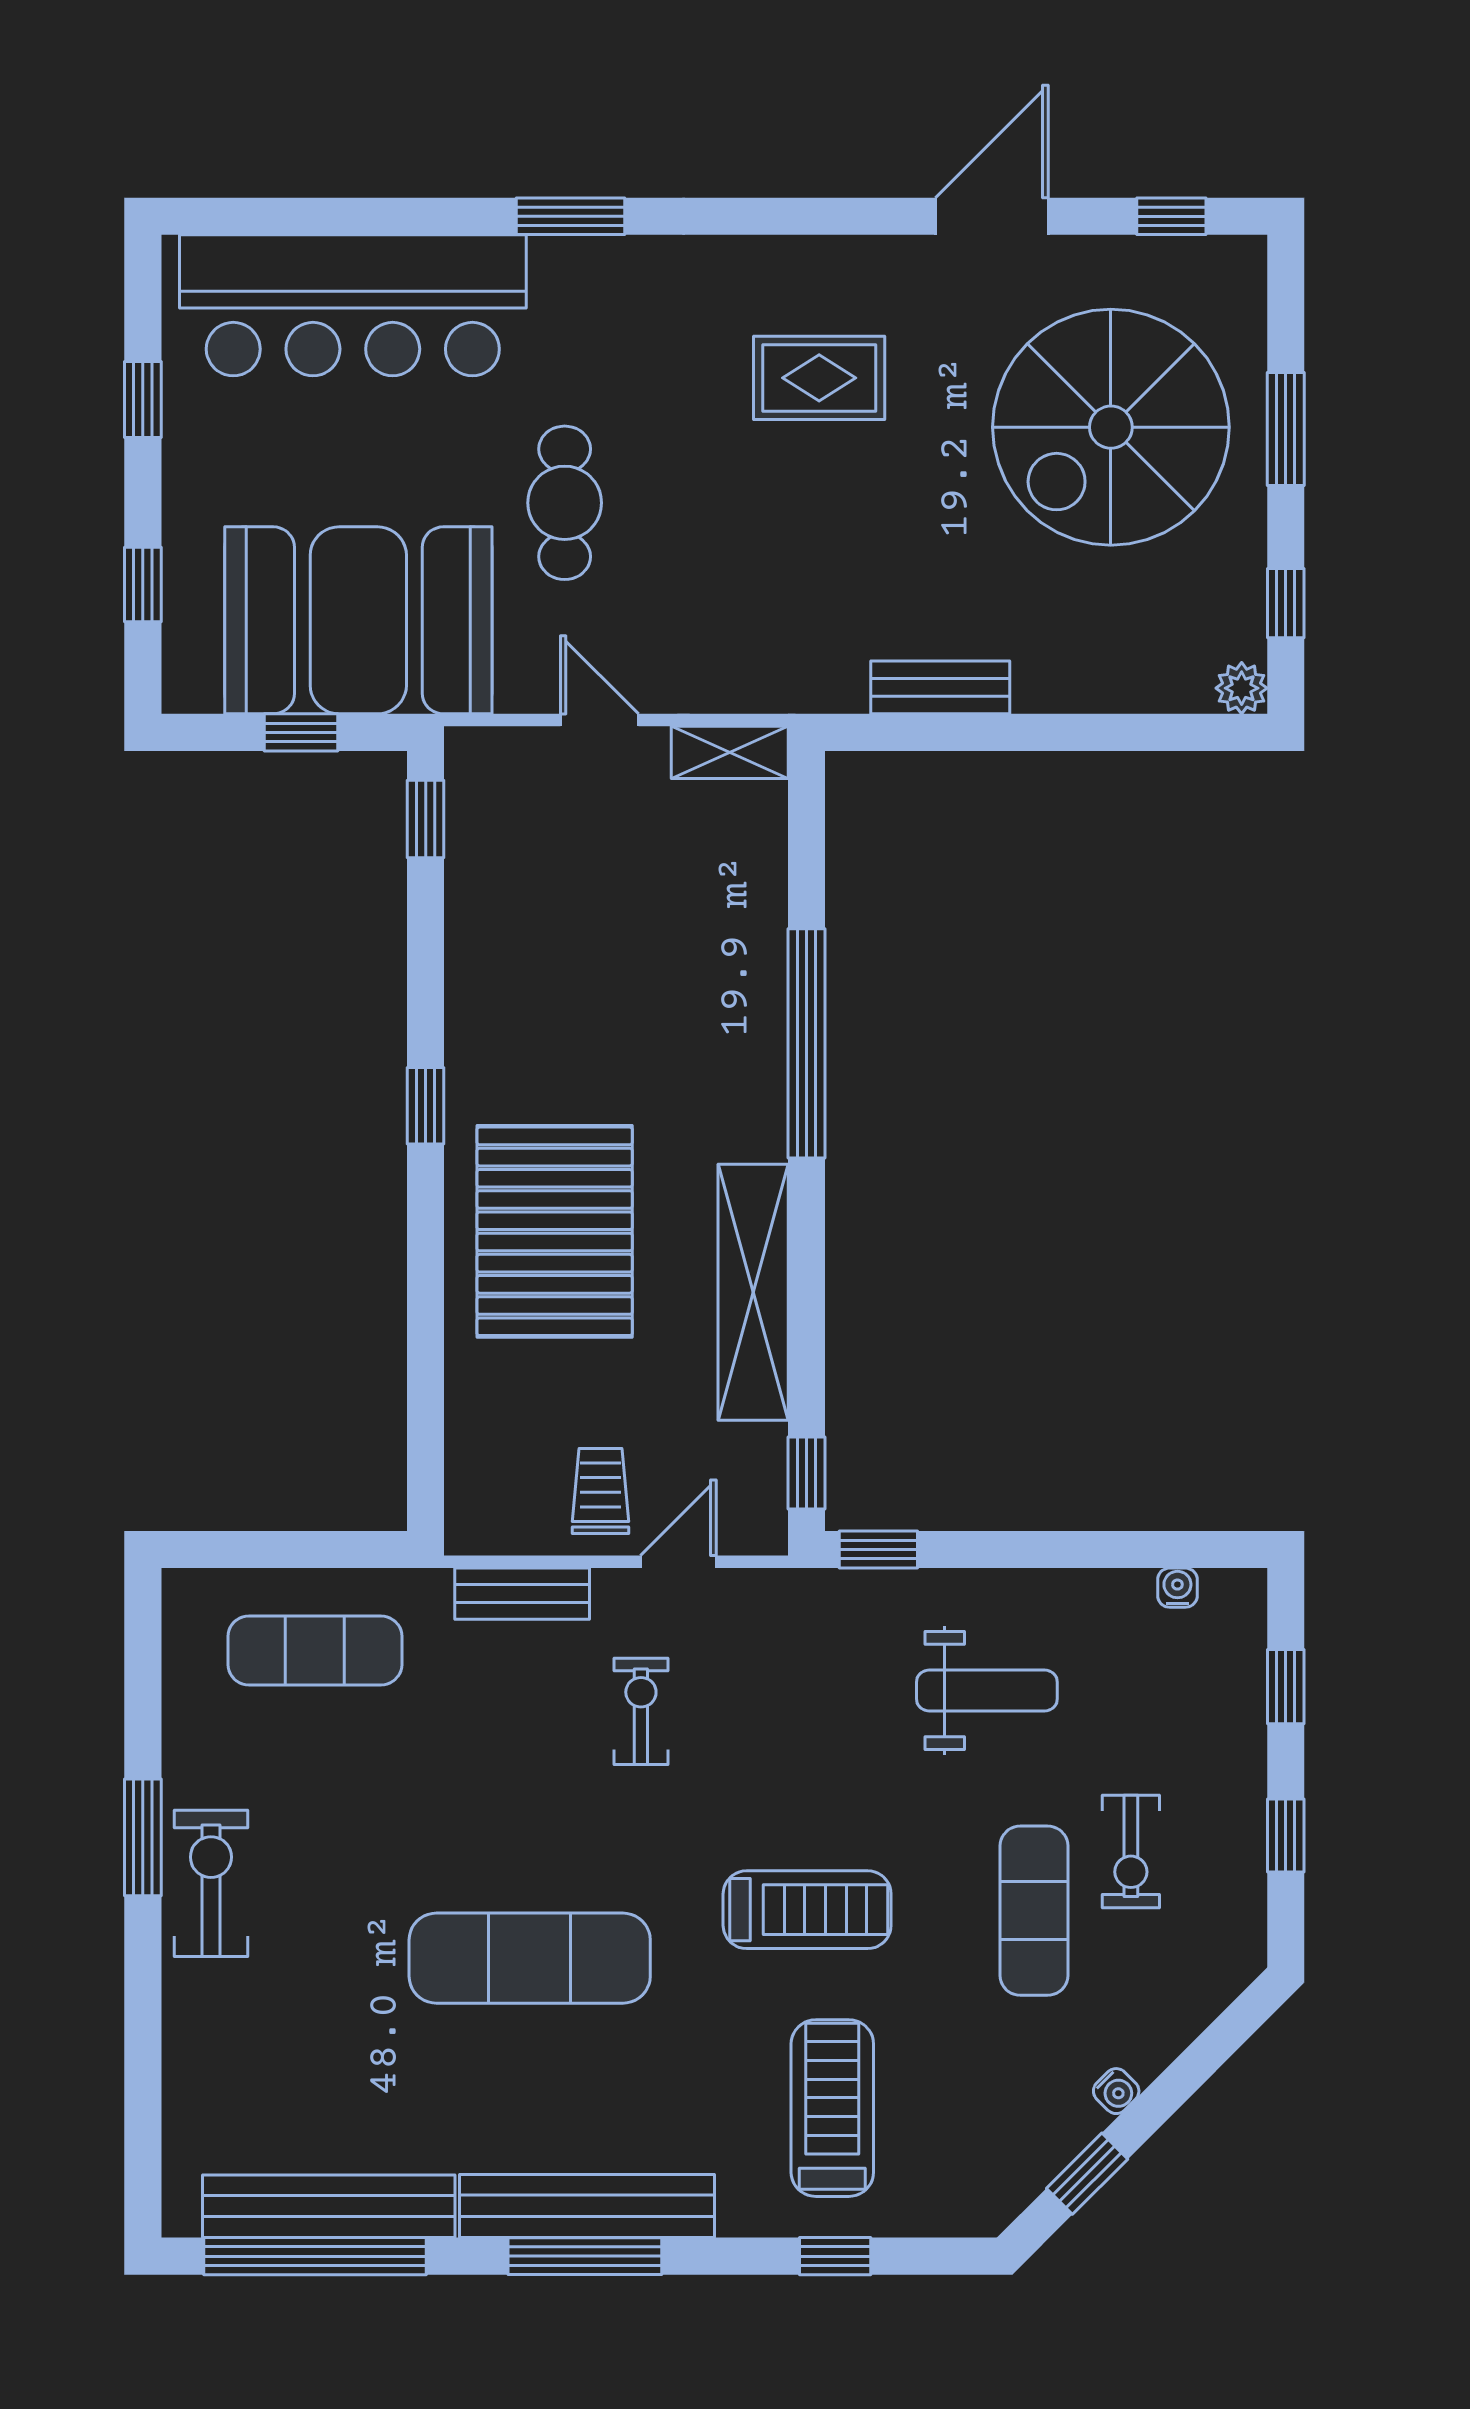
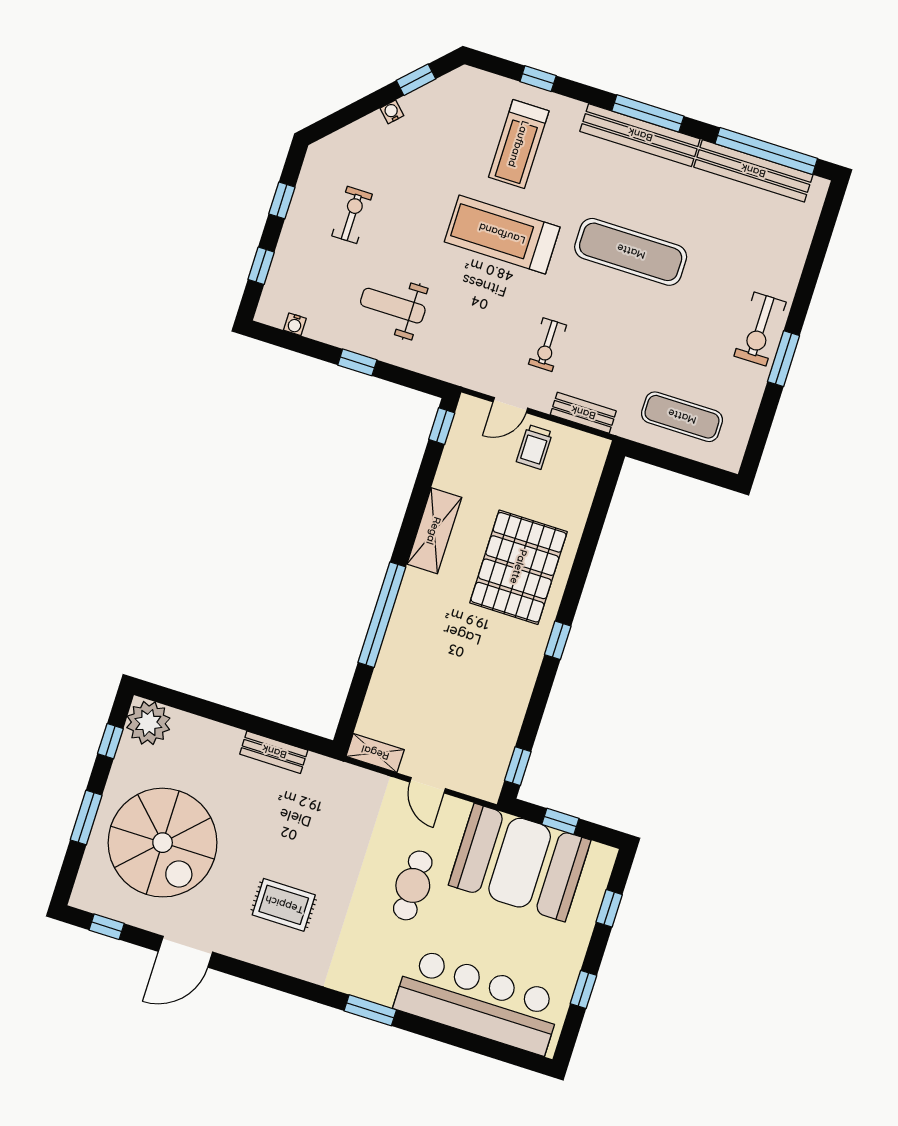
spiral stairs: (1111, 427) -> (163, 843), turned 90
plant: (1242, 688) -> (148, 723), width x1.88, depth x1.88
shelving: (753, 1292) -> (434, 531), width x0.68
window: (878, 1550) -> (357, 362), moved
treadmill: (807, 1910) -> (502, 234), width x1.37, depth x1.38
exercise mat: (1034, 1911) -> (403, 203), removed

